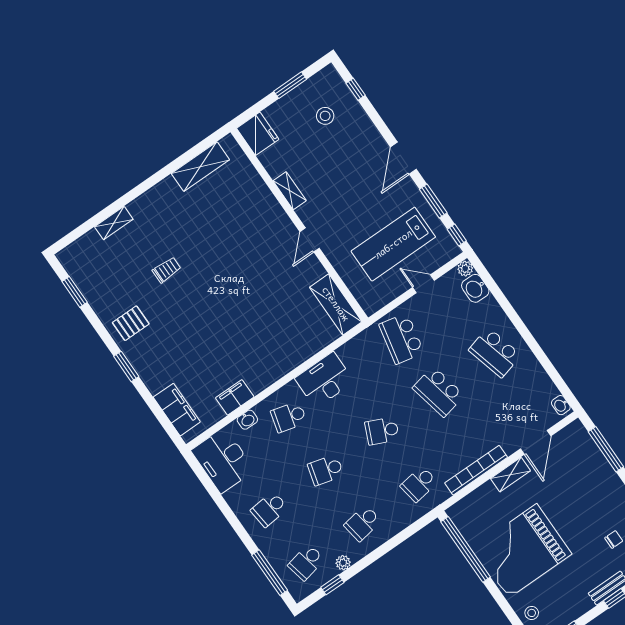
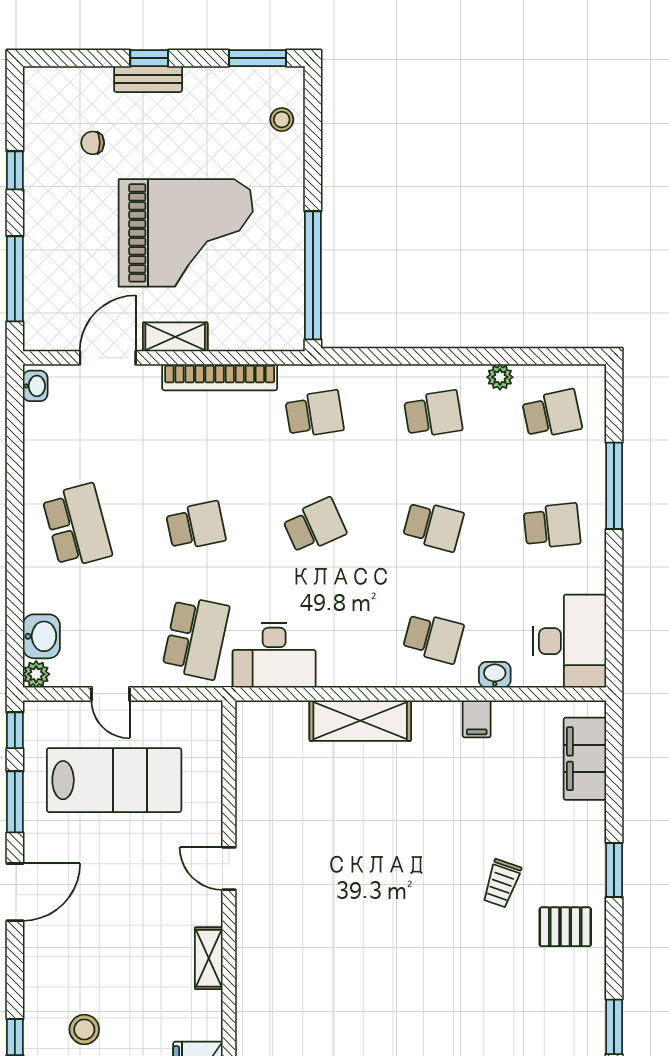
door: (310, 240) -> (229, 869), swing flipped
trolley: (167, 270) -> (502, 883), moved, turned -71
shelving: (336, 304) -> (360, 721), moved, turned 90
desk: (324, 380) -> (274, 655), moved
school desk: (438, 392) -> (196, 526), width x0.54
filing cabinet: (235, 397) -> (477, 719), width x0.50
school desk: (382, 431) -> (314, 526), turned -48
grand piano: (523, 551) -> (186, 233), moved
window: (270, 573) -> (614, 486), moved
window: (332, 585) -> (537, 356), removed

